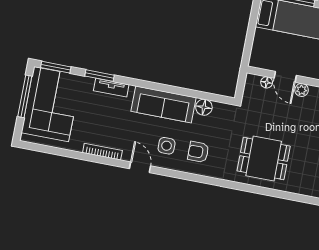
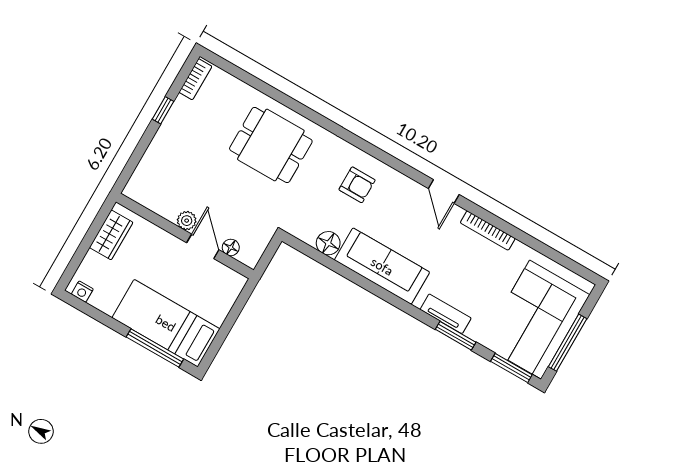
side table: (167, 146) -> (397, 208), removed

